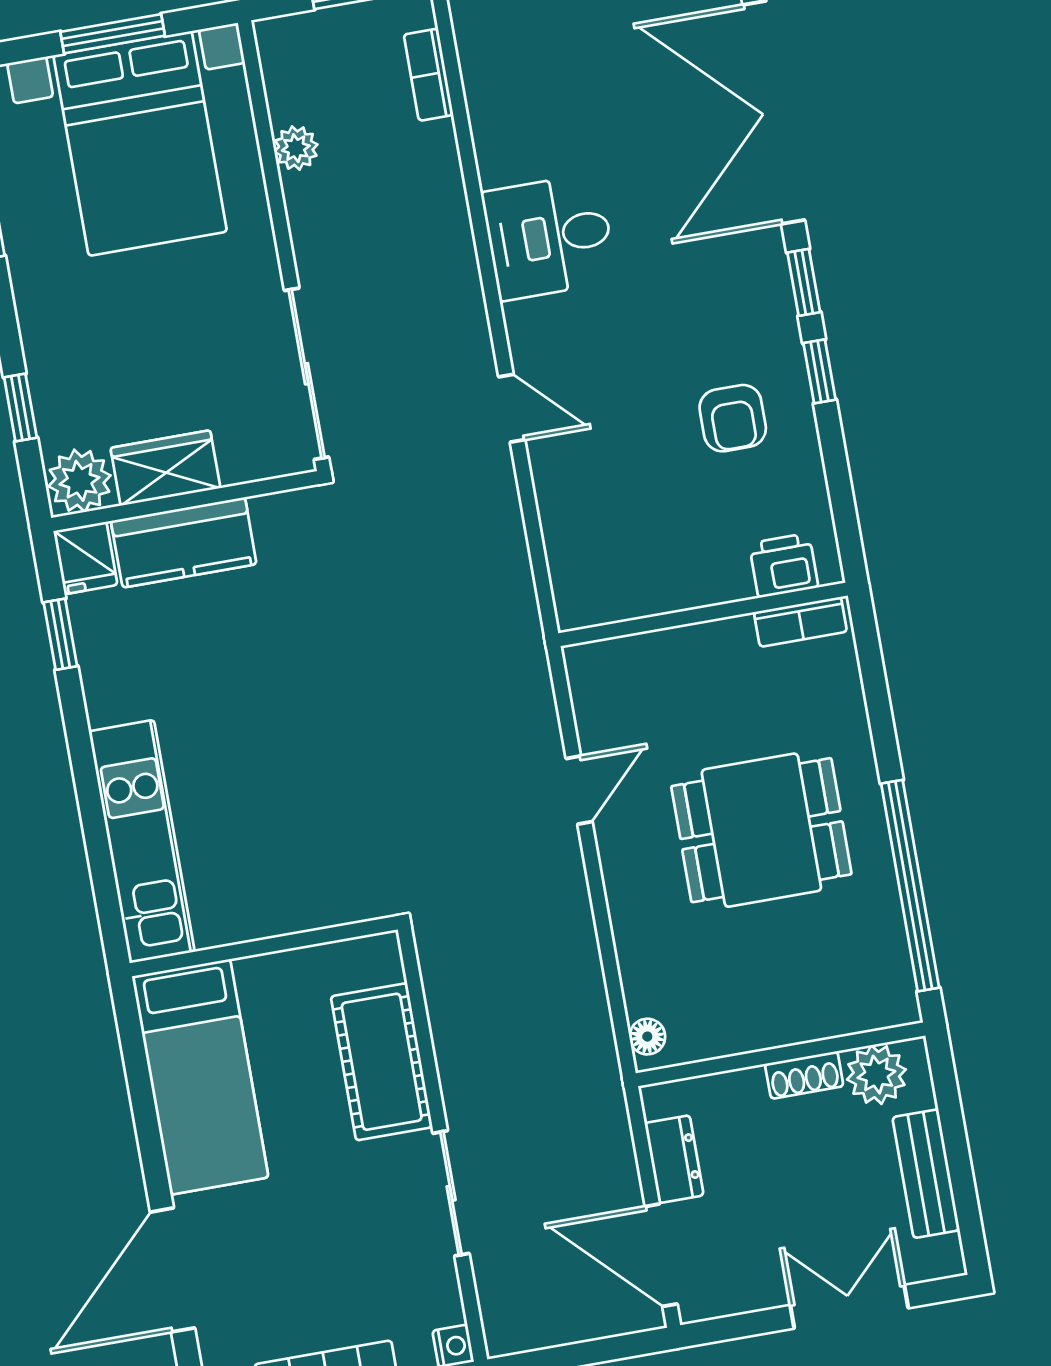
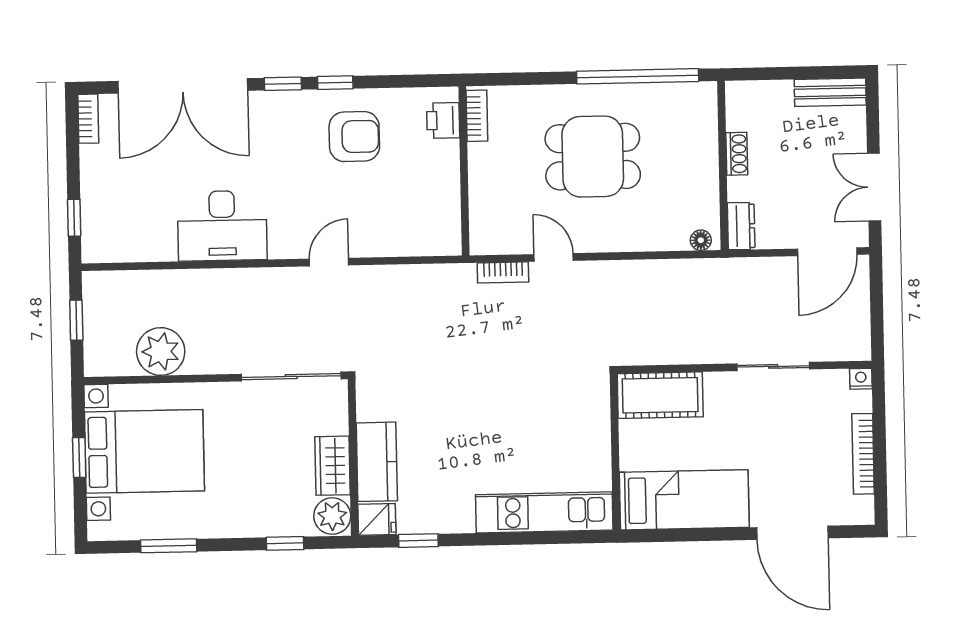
window: (113, 34) -> (79, 457), width x0.67
bookcase: (428, 75) -> (503, 272), moved
plant: (296, 148) -> (161, 352), width x1.88, depth x1.88
desk: (549, 237) -> (222, 226), width x1.37
armchair: (733, 418) -> (354, 137), width x1.38, depth x1.38
dining table: (761, 830) -> (593, 157), turned 90
cot: (382, 1062) -> (660, 395), moved
plant: (876, 1075) -> (743, 112), removed
dresser: (674, 1159) -> (741, 226), moved, turned 90
bench: (926, 1174) -> (830, 92), moved
double door: (849, 1307) -> (874, 187), moved

